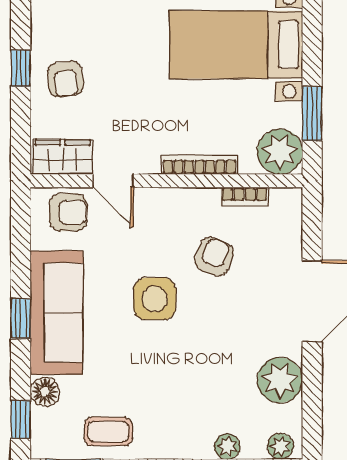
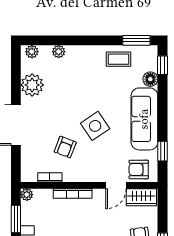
plant: (280, 152) -> (27, 195), width x0.53, depth x0.53
door: (113, 181) -> (116, 185), swing flipped
side table: (155, 299) -> (95, 126), turned -34
window: (21, 319) -> (162, 151), moved

